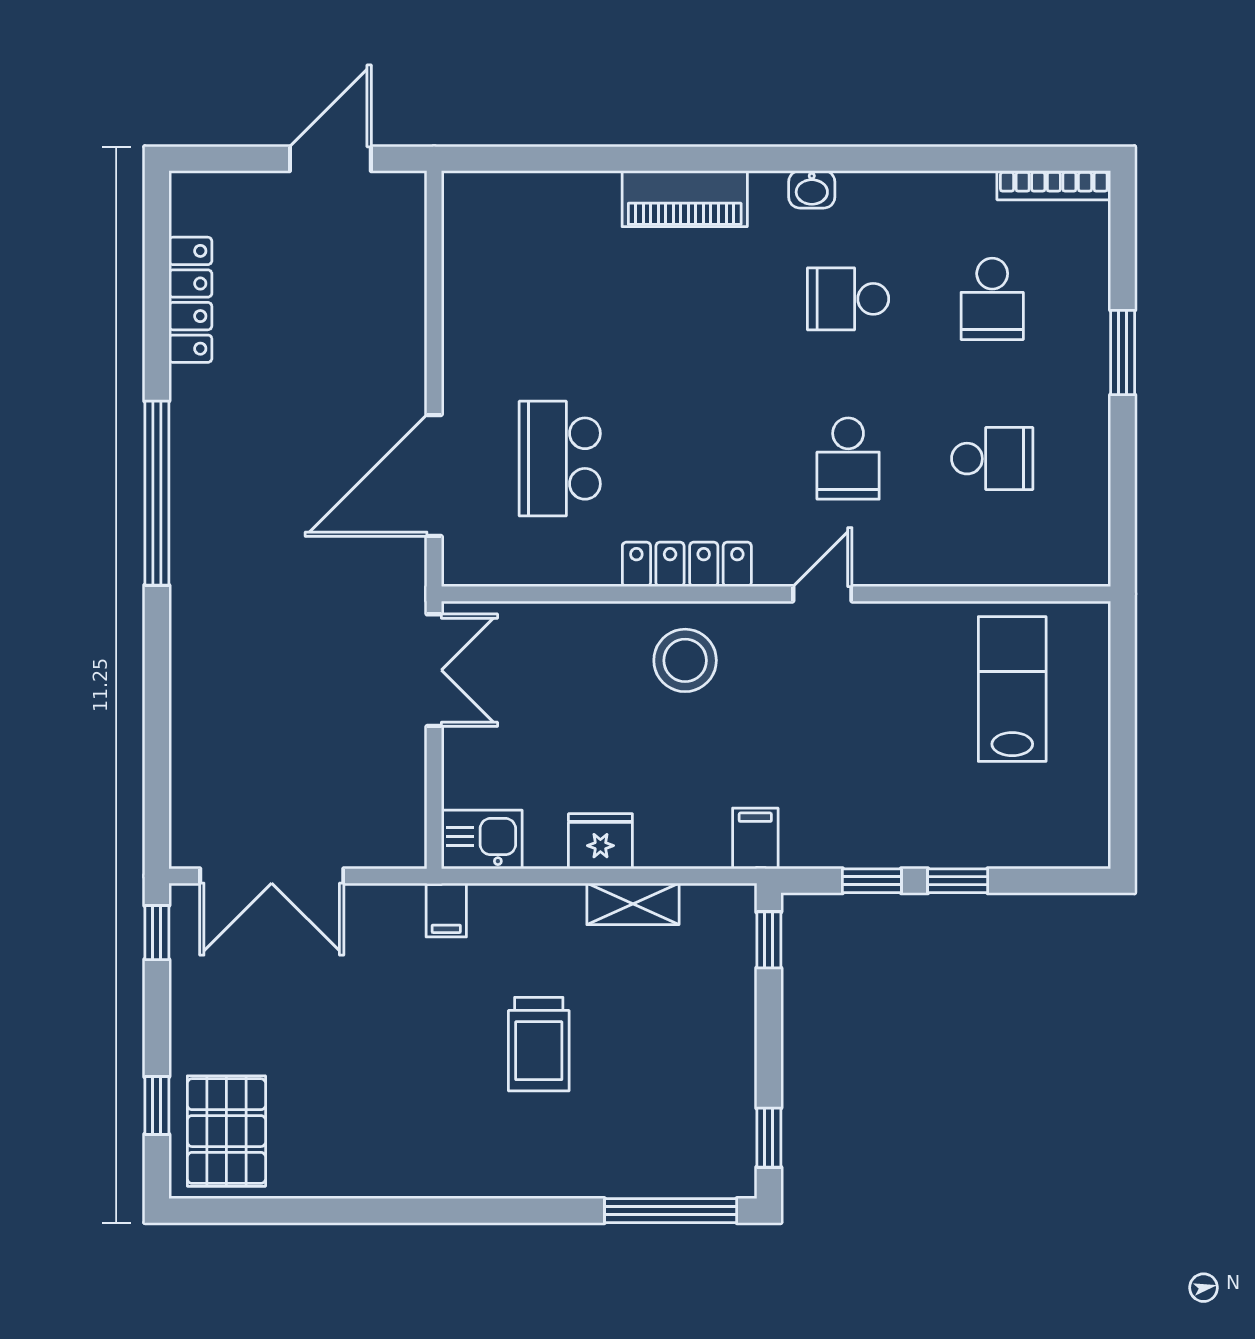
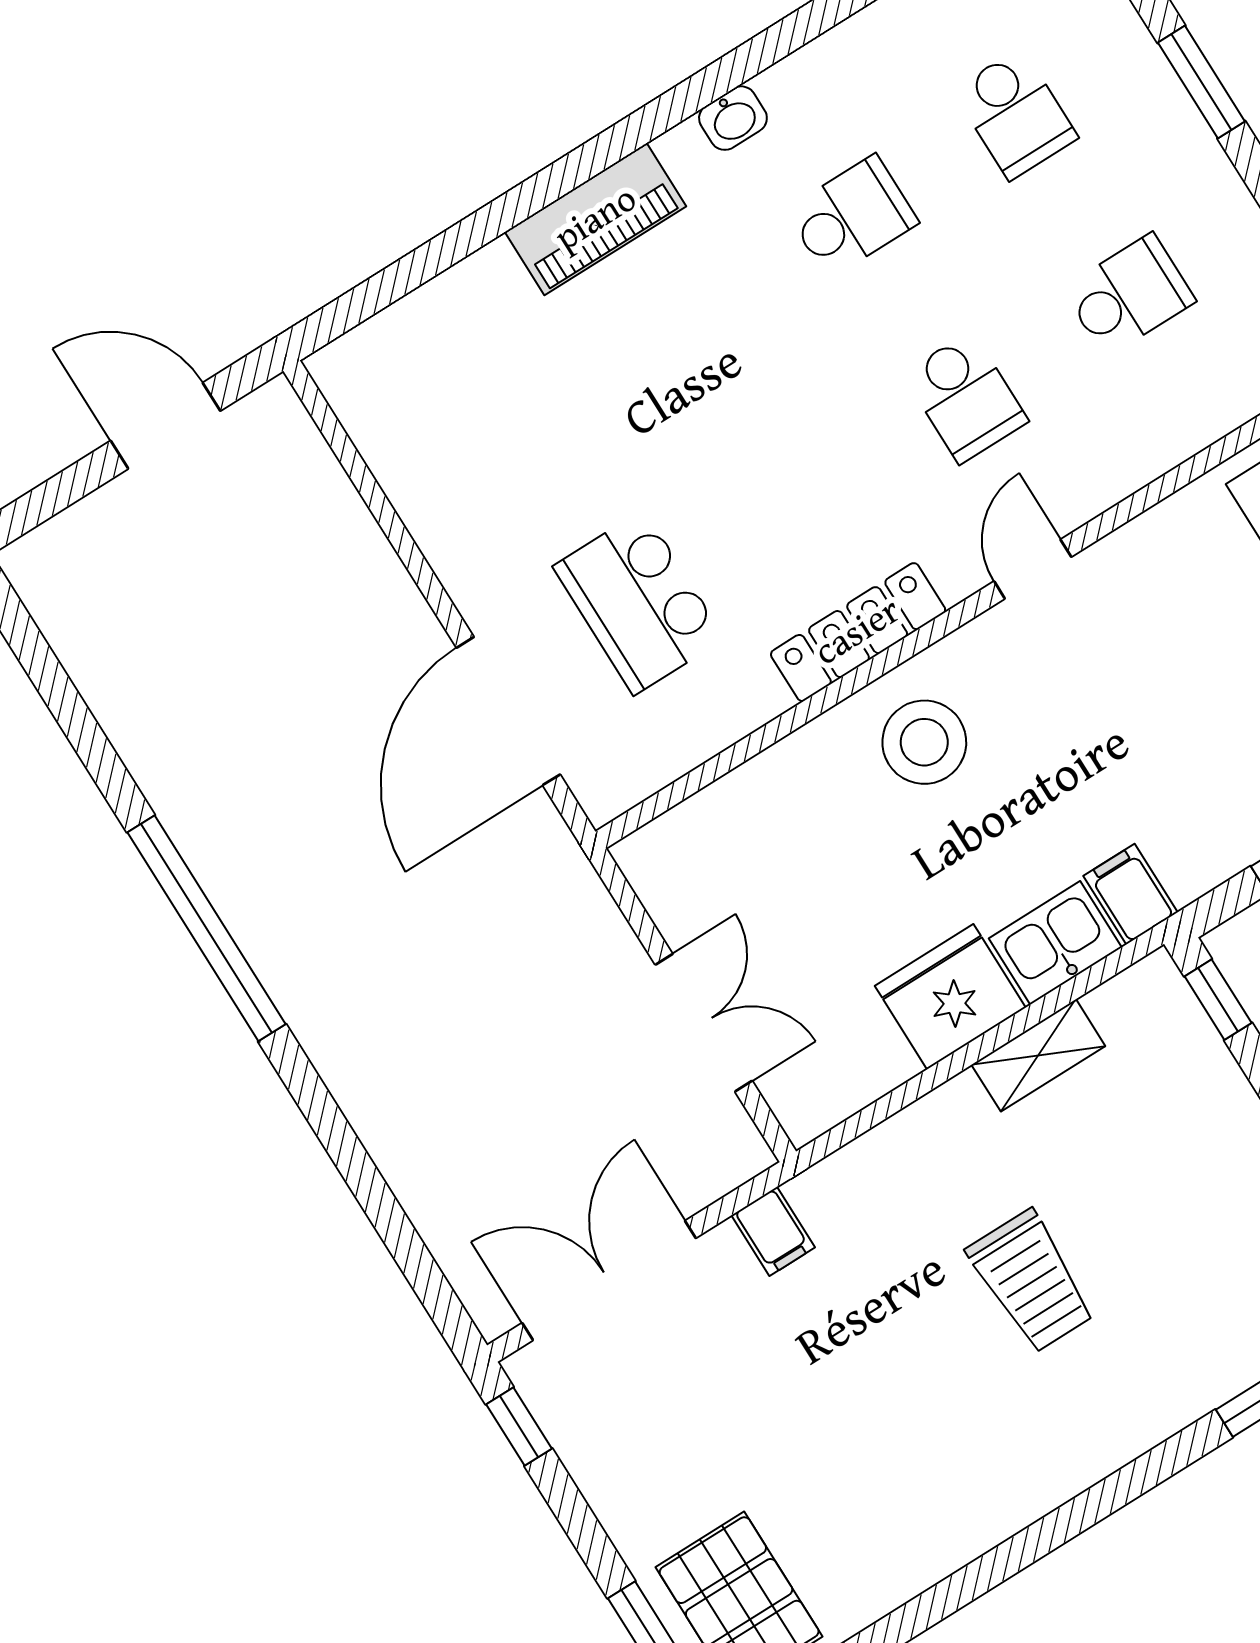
door: (330, 159) -> (165, 426), hinge flipped
school desk: (848, 299) -> (852, 216), turned 180
locker: (190, 300) -> (107, 685), removed
double door: (434, 670) -> (704, 1023), moved
kitchen sink: (482, 839) -> (1055, 943), moved
fridge: (600, 841) -> (950, 997), width x1.36, depth x1.34
double door: (272, 876) -> (609, 1281), swing flipped
filing cabinet: (446, 910) -> (773, 1231), moved

